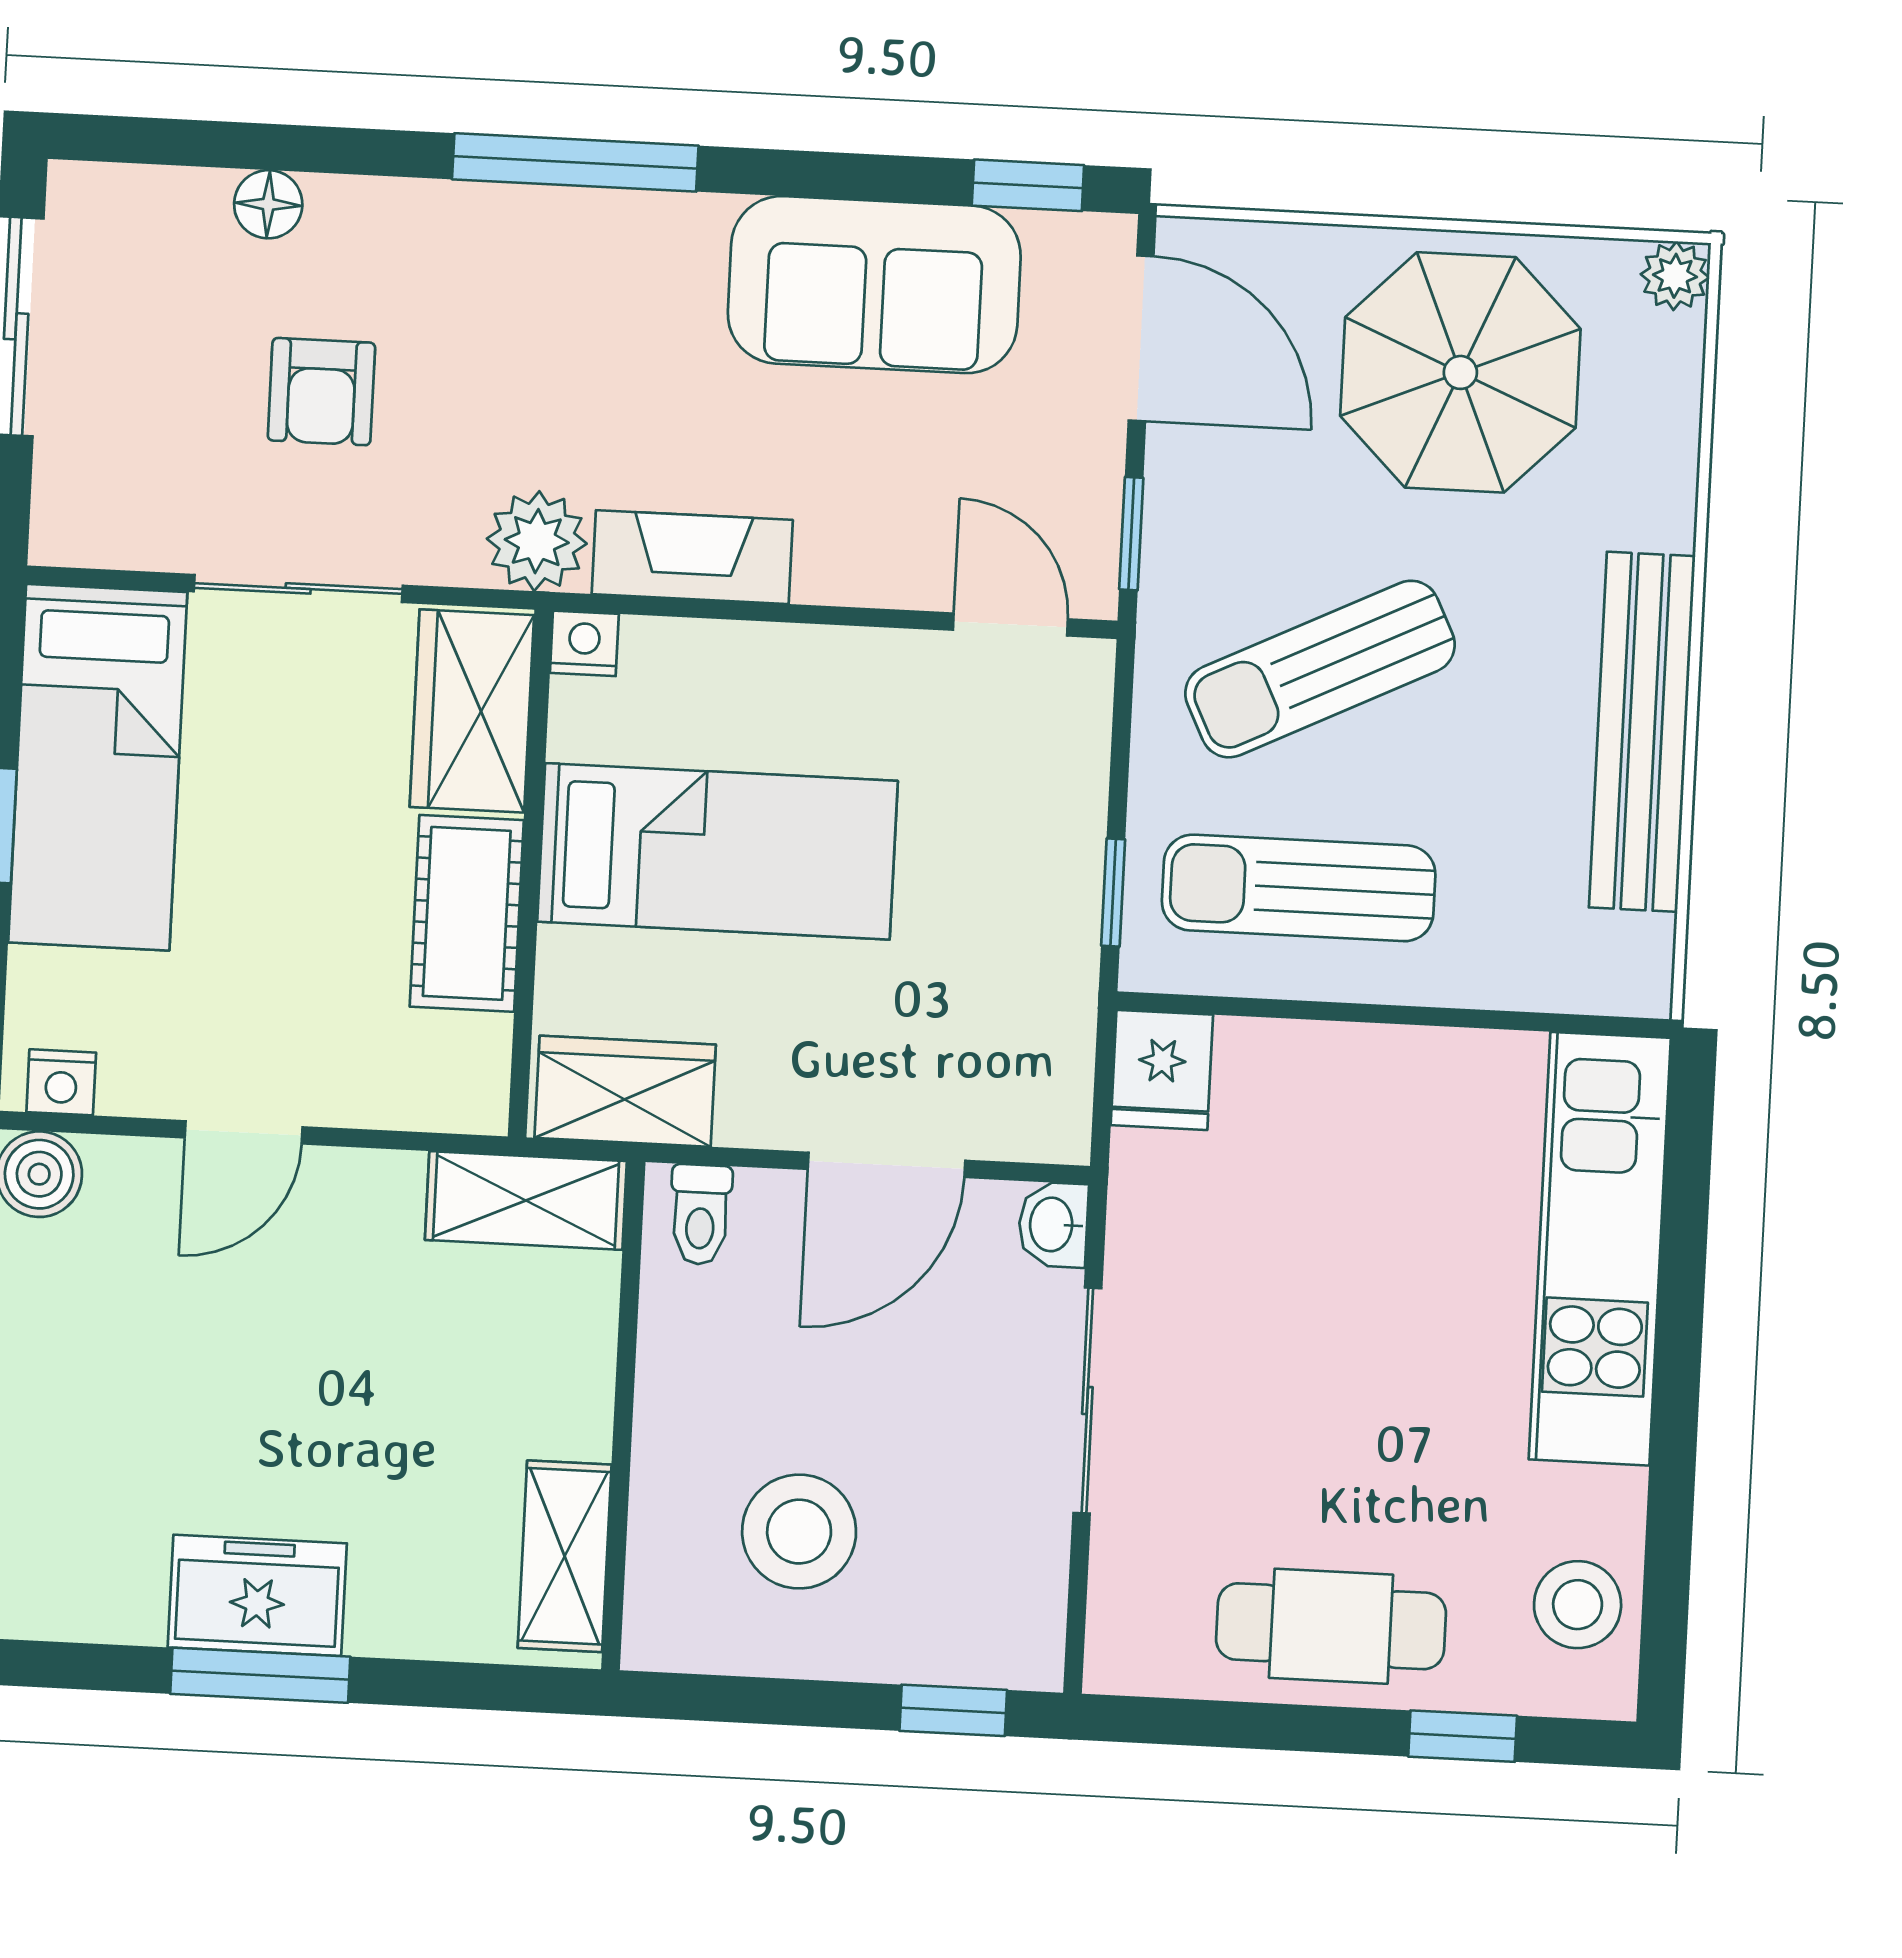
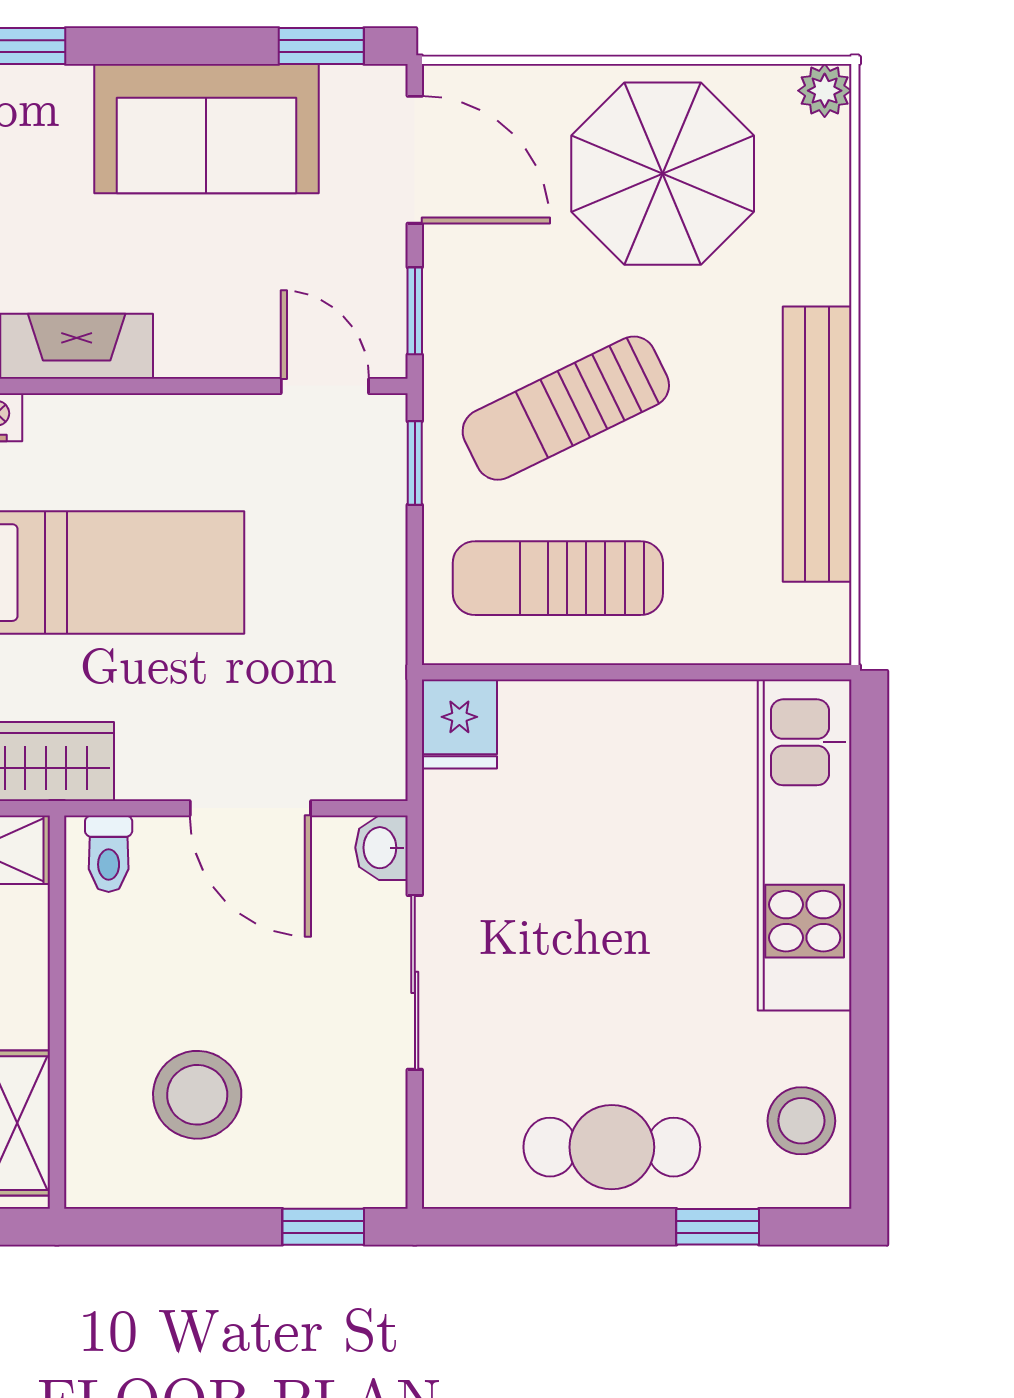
window: (1113, 893) -> (415, 463), moved
door: (886, 1165) -> (250, 808), hinge flipped

